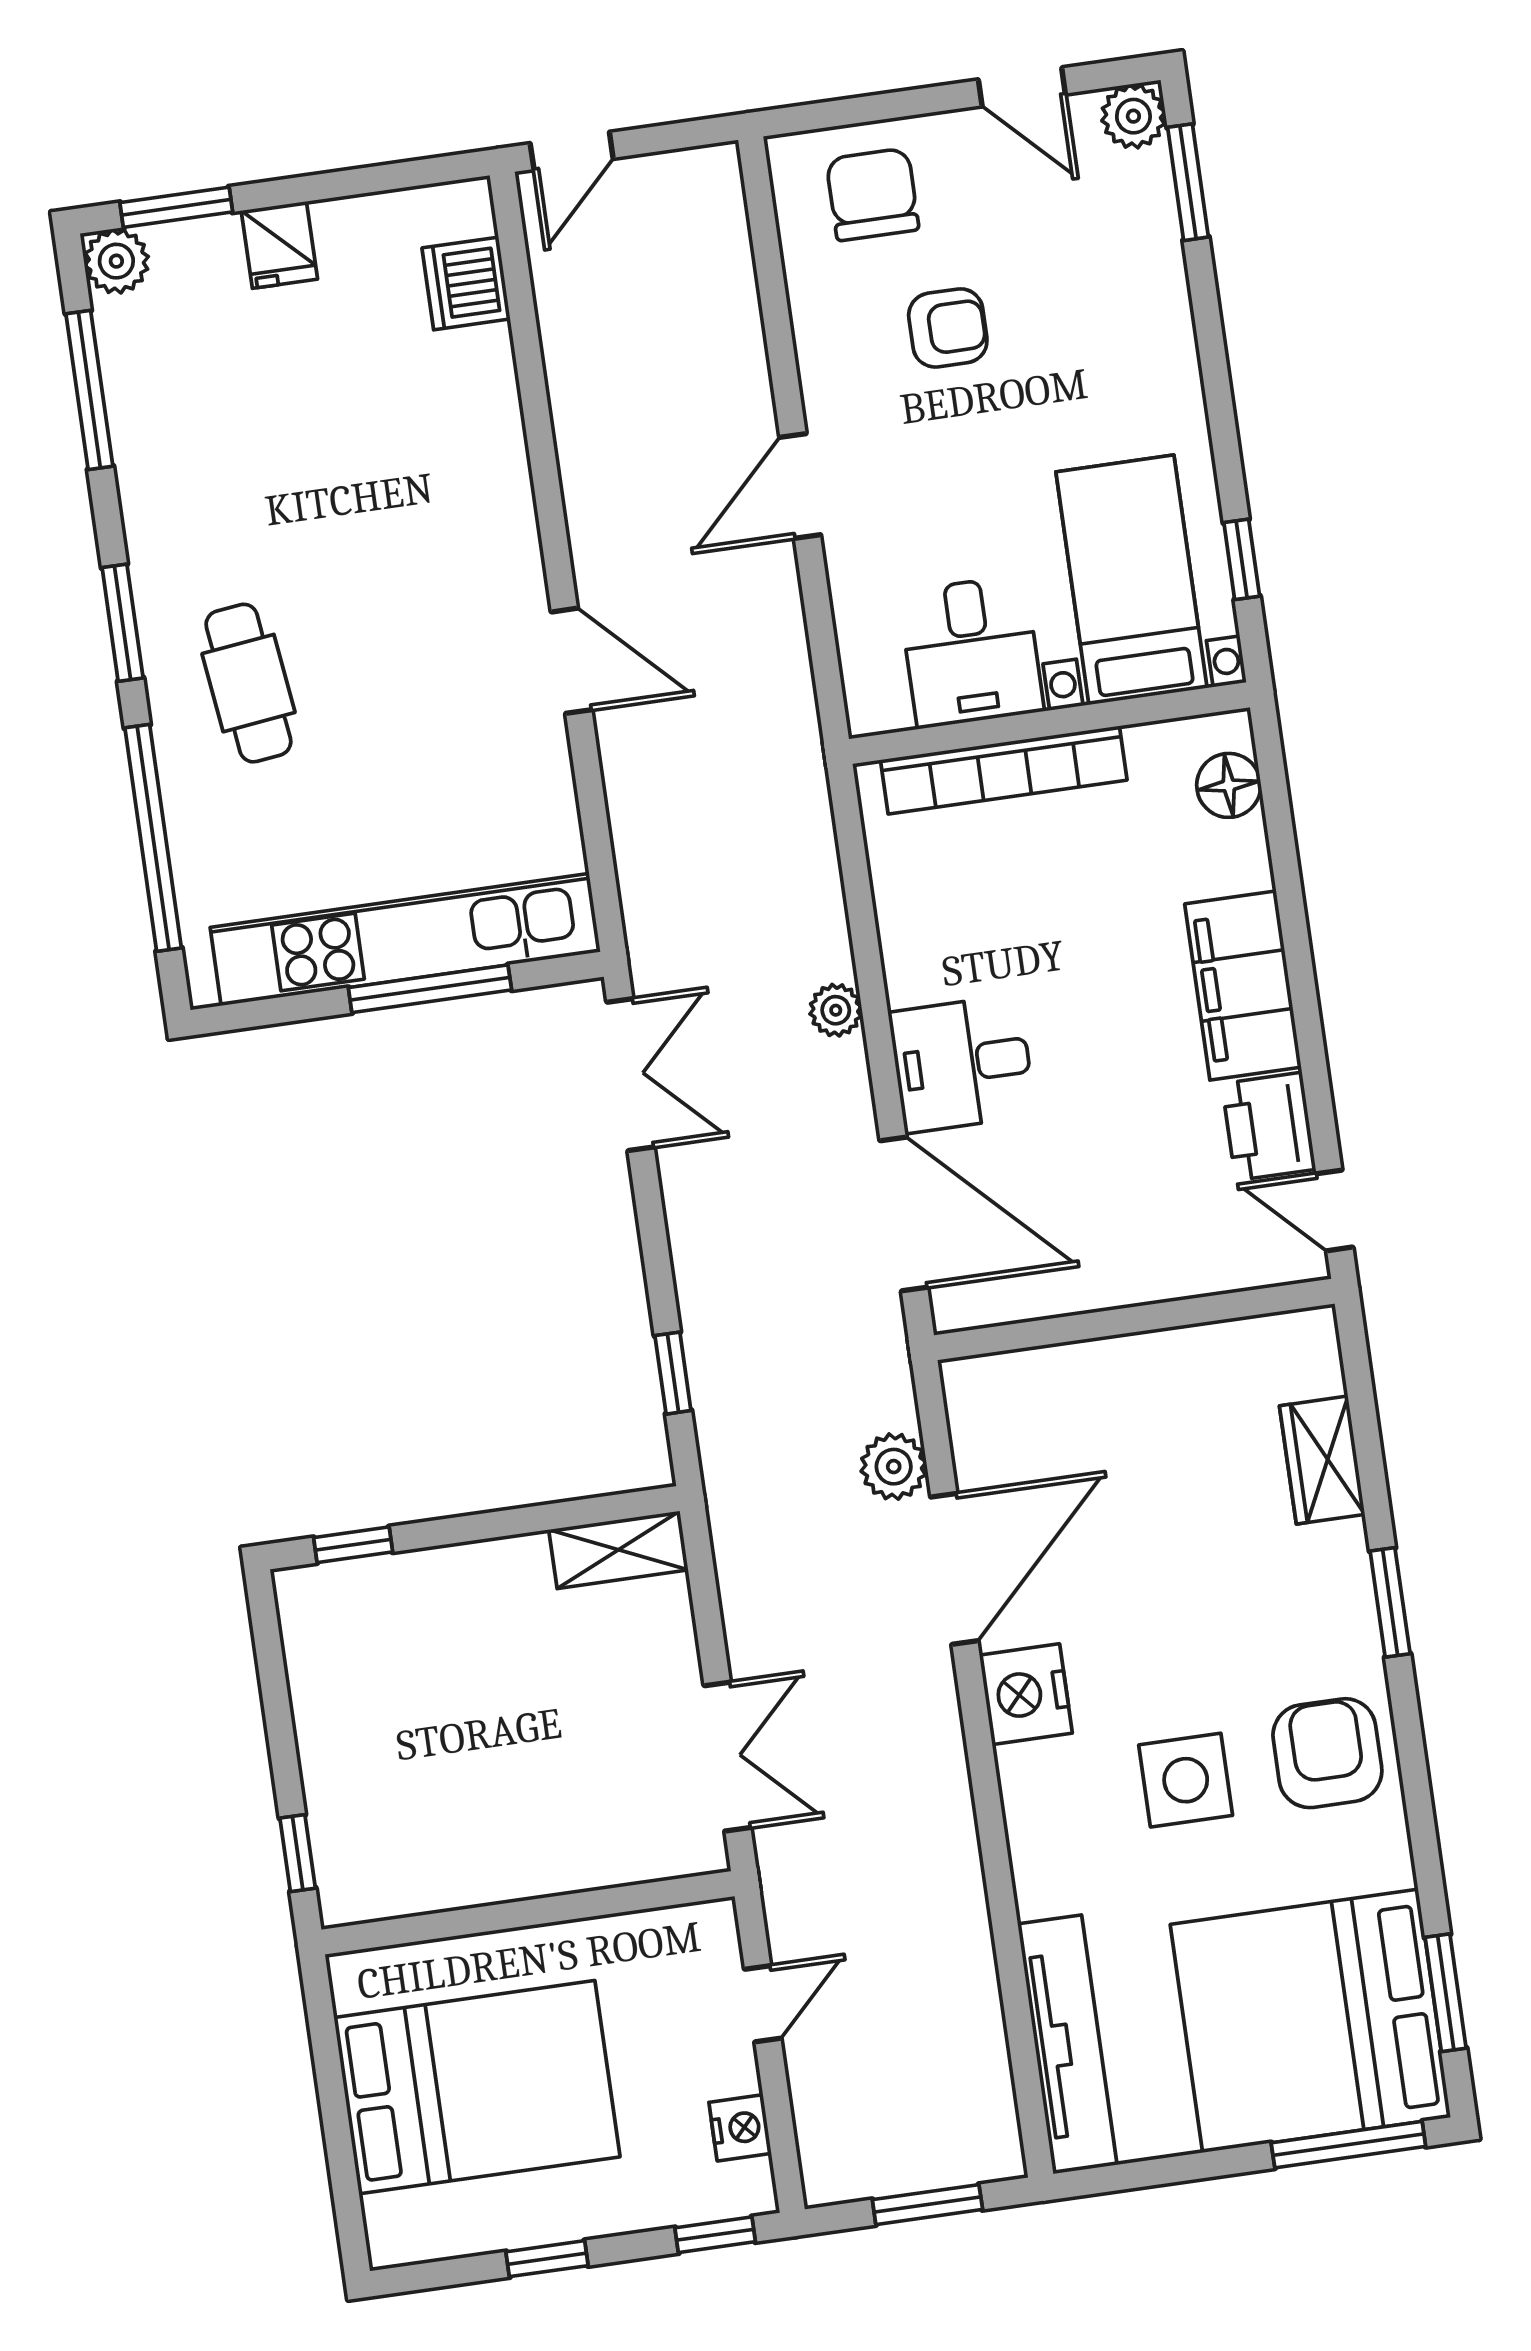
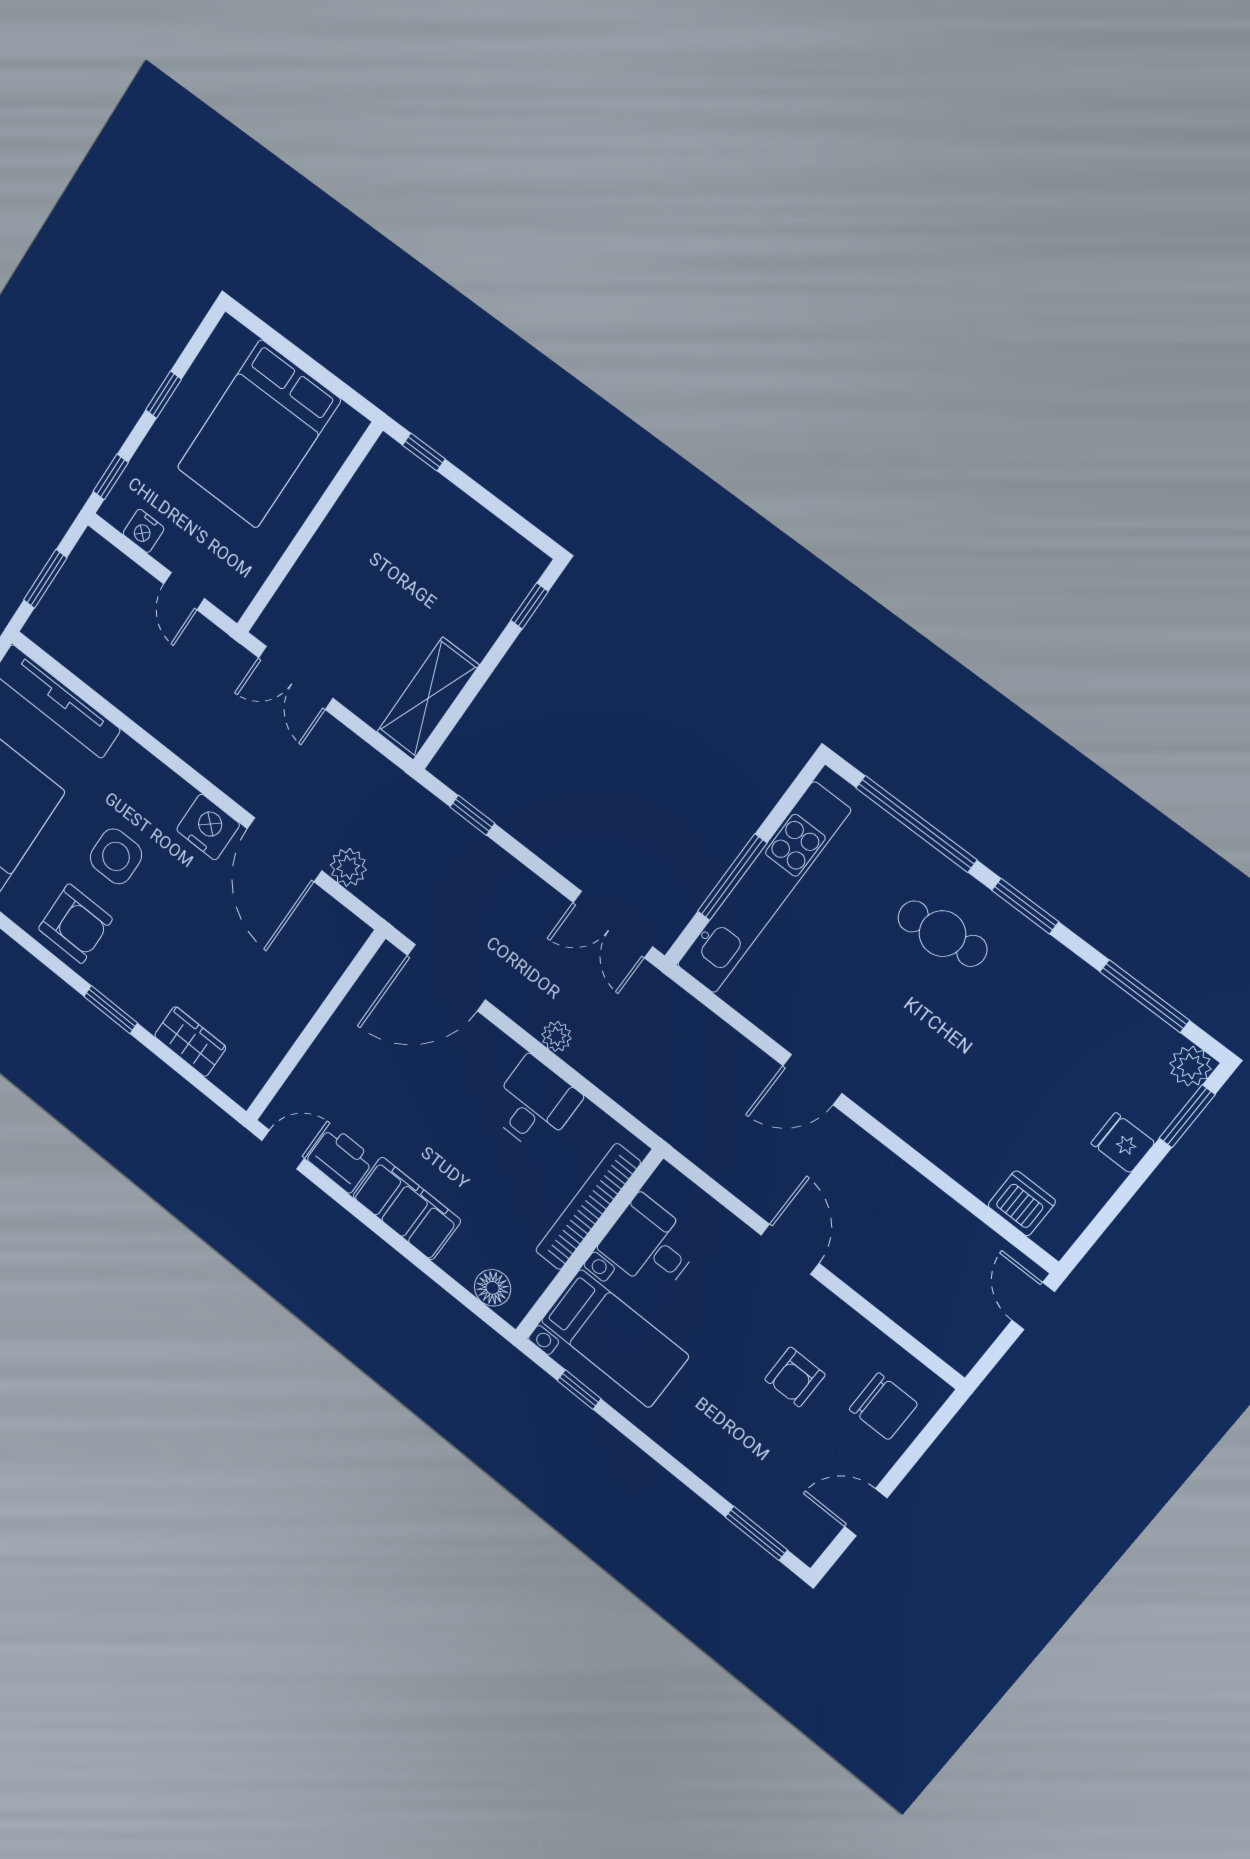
plant: (1133, 116) -> (807, 1542), removed
desk: (962, 1064) -> (534, 1104), moved
shelving: (618, 1550) -> (428, 699), width x1.50, depth x1.33

